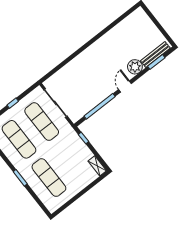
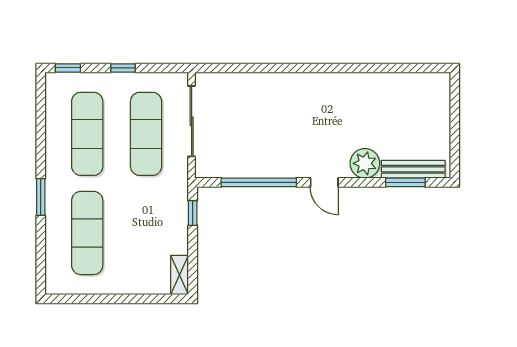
door: (125, 86) -> (324, 182), swing flipped

